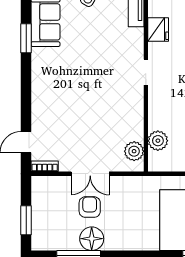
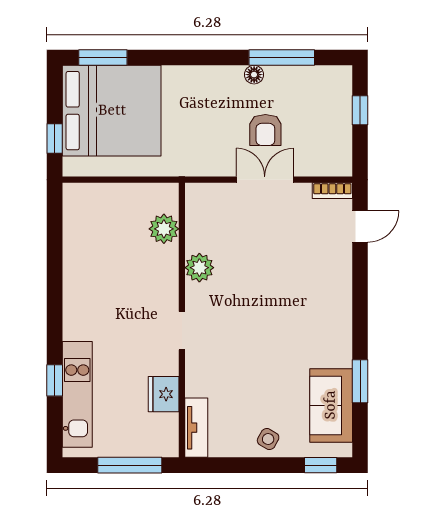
plant: (134, 151) -> (199, 268), moved
window: (26, 220) -> (360, 110), width x0.67
floor lamp: (92, 239) -> (254, 75), width x0.53, depth x0.53

